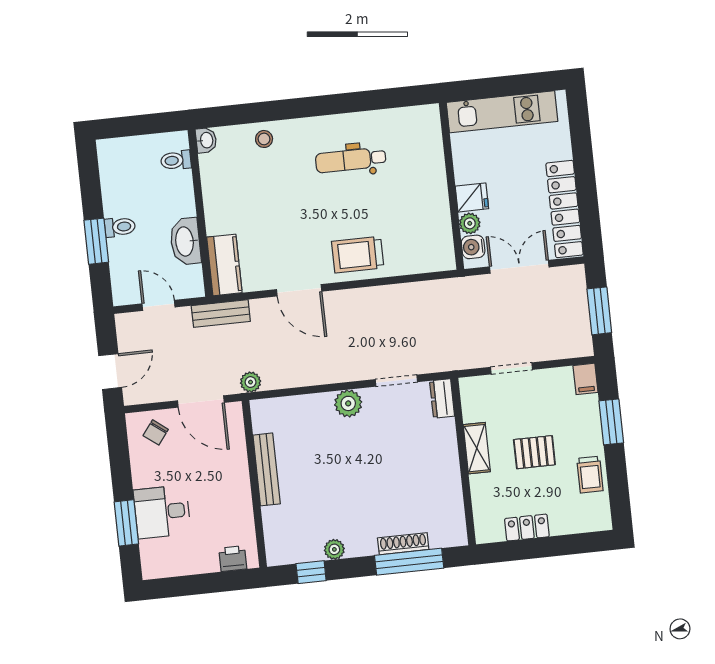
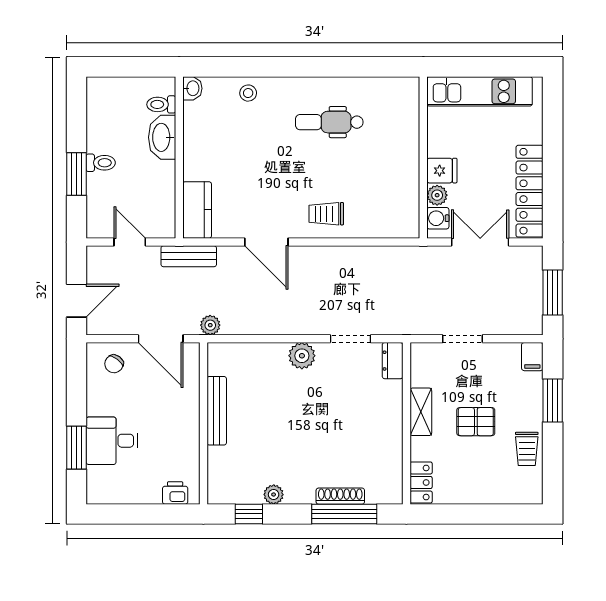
washbasin: (185, 241) -> (162, 137), moved
trolley: (358, 255) -> (326, 214), width x0.73, depth x0.72
locker: (527, 528) -> (421, 482), moved, turned 90

